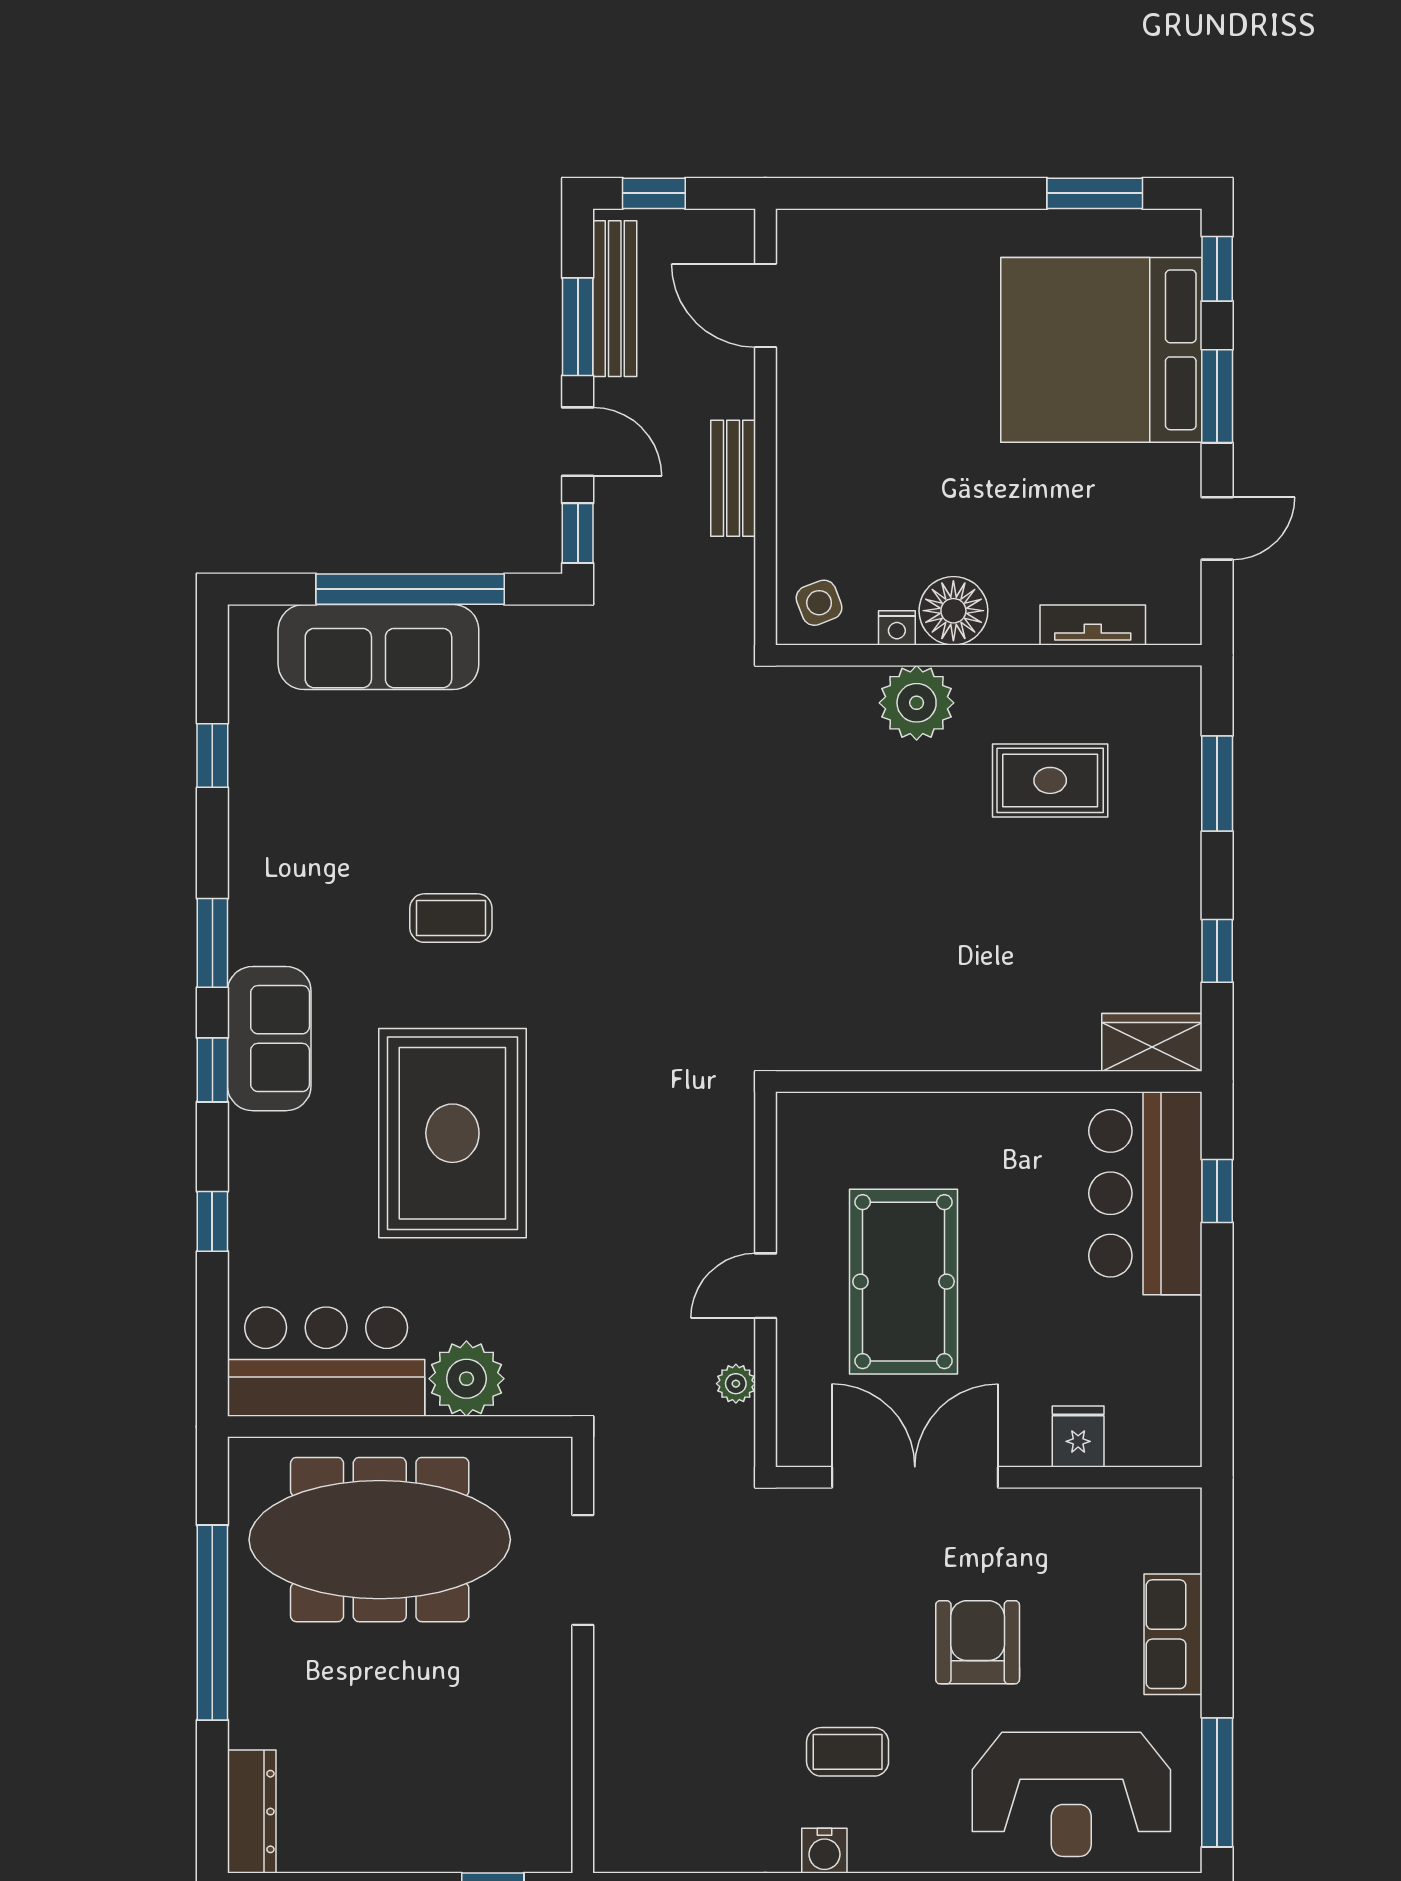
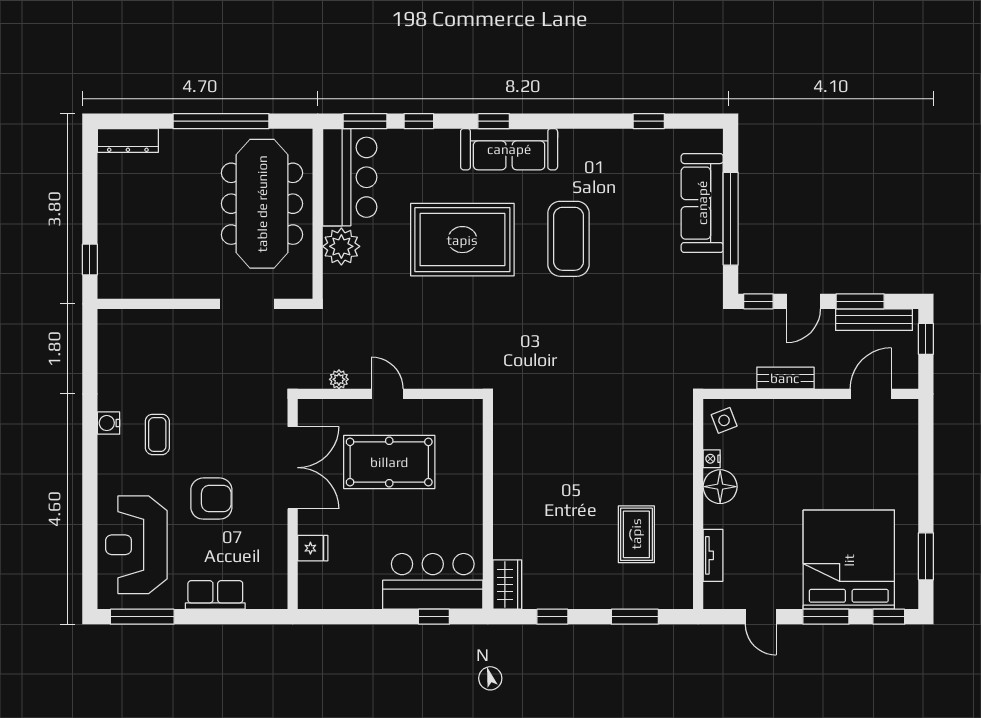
plant: (917, 703) -> (675, 468), removed
coffee table: (451, 918) -> (569, 239), width x1.86, depth x1.72
window: (212, 943) -> (365, 121), moved
sofa: (269, 1039) -> (509, 149), width x1.36

